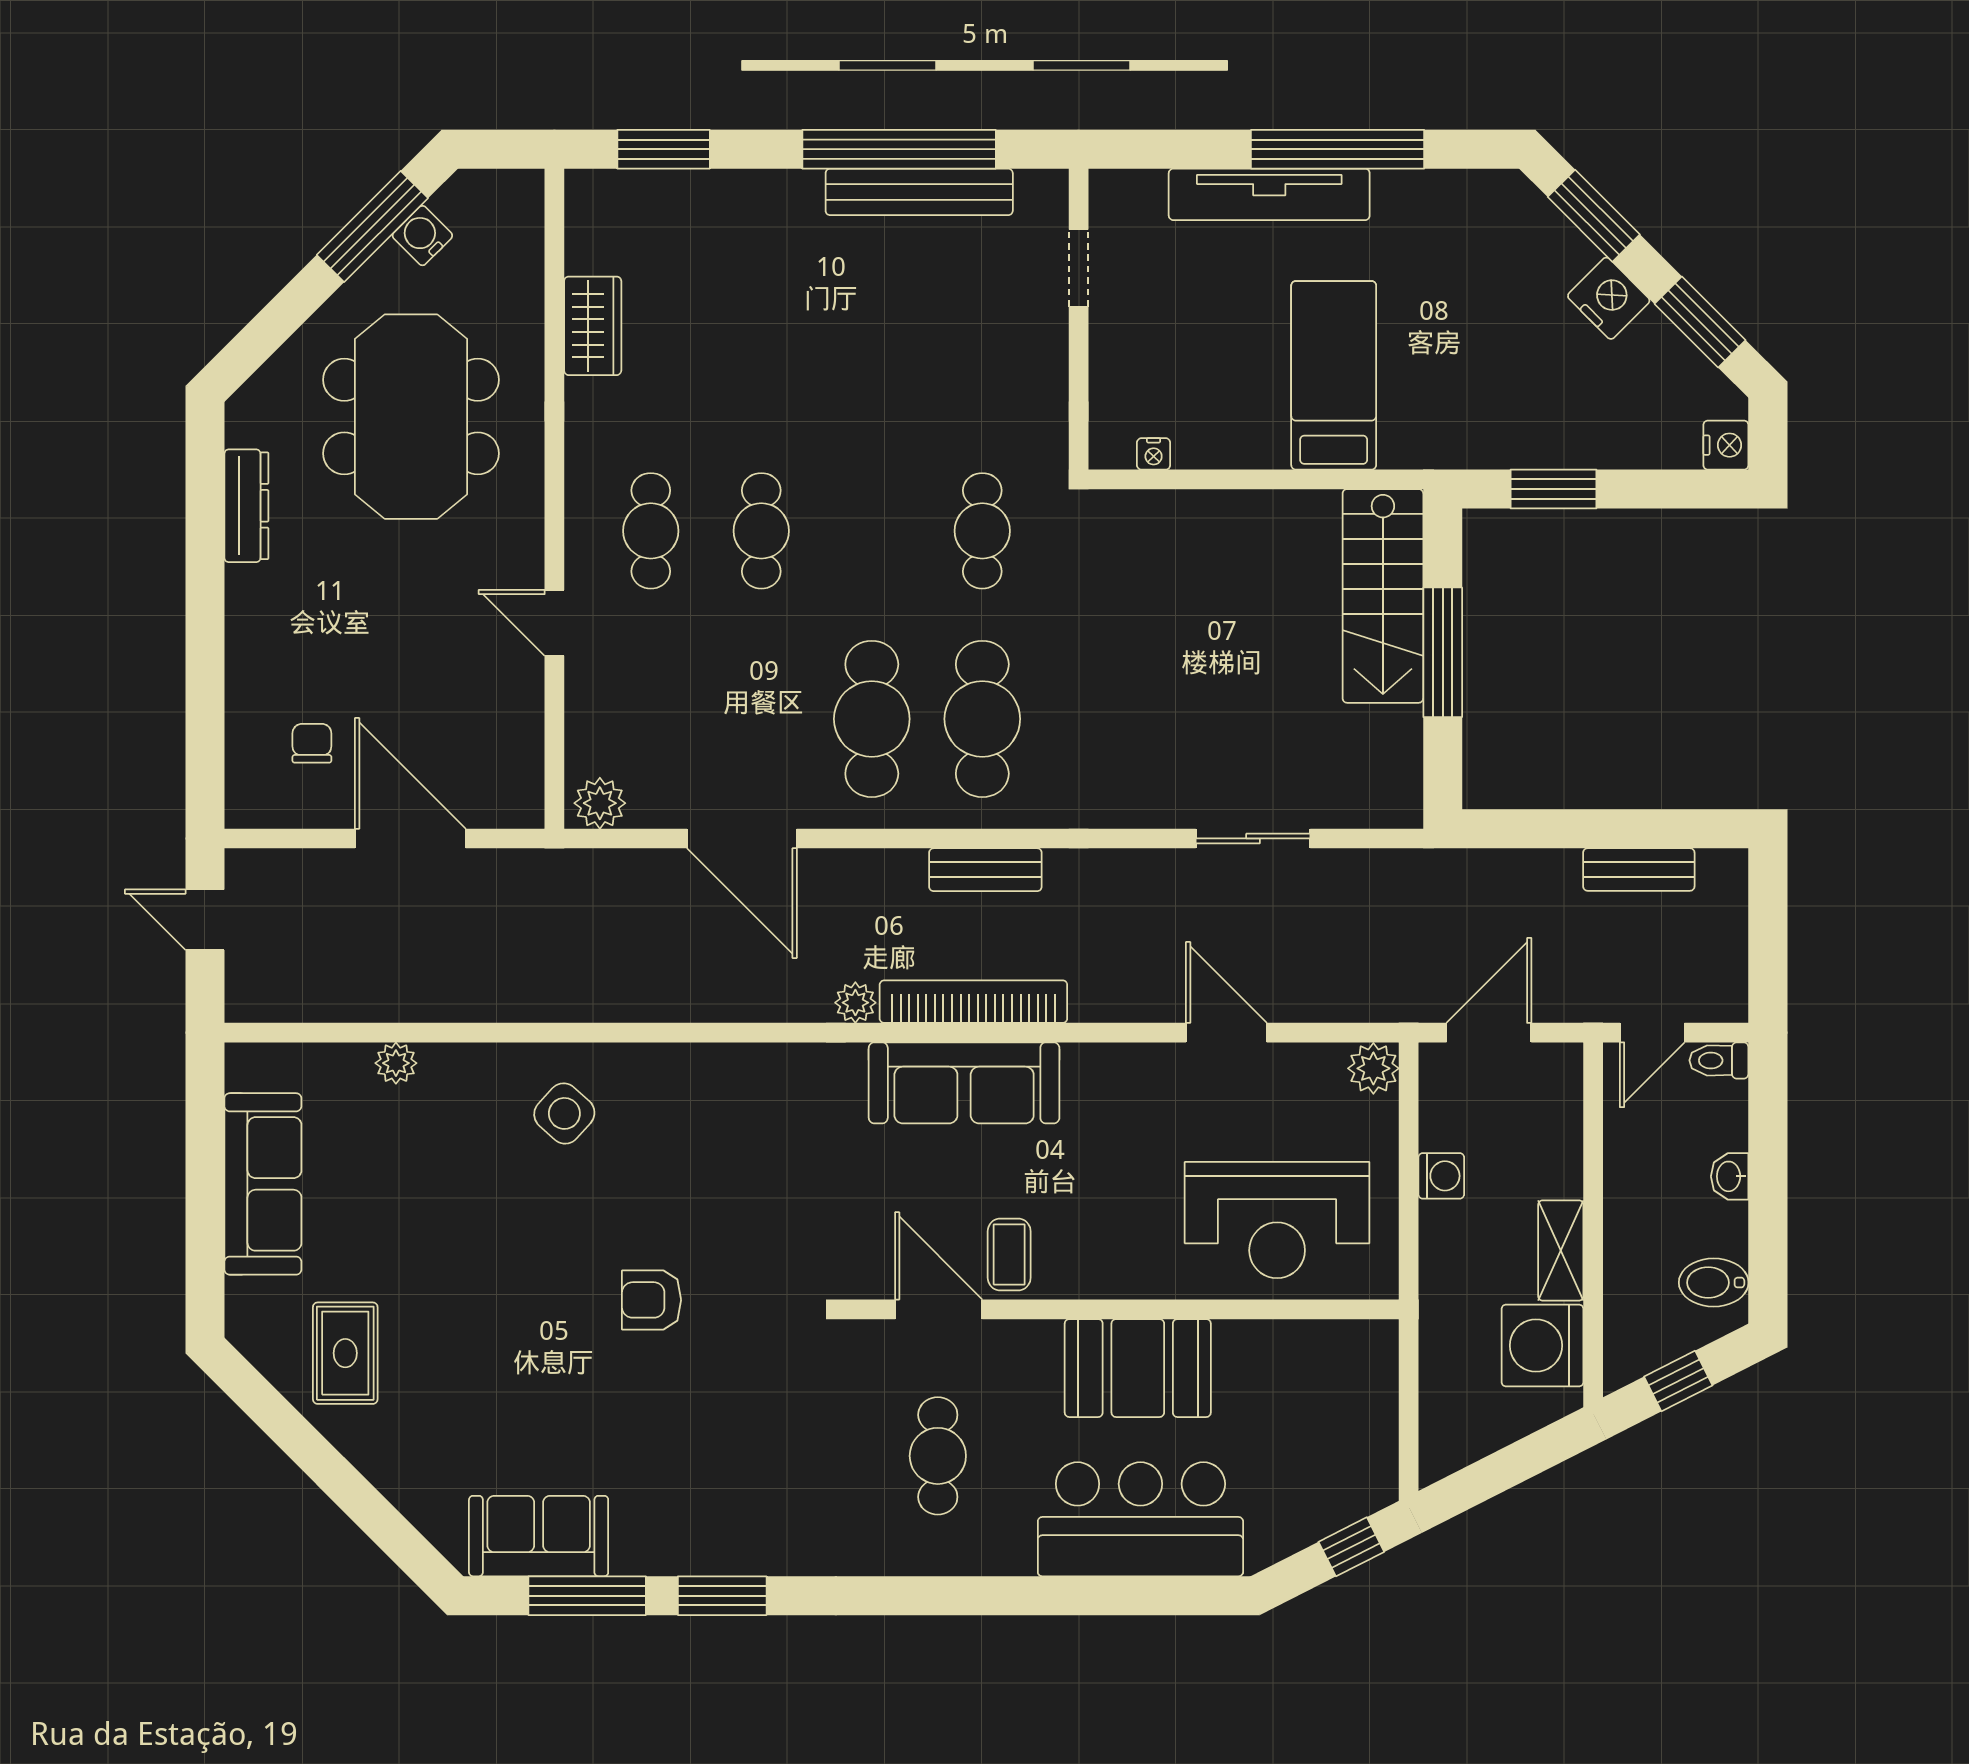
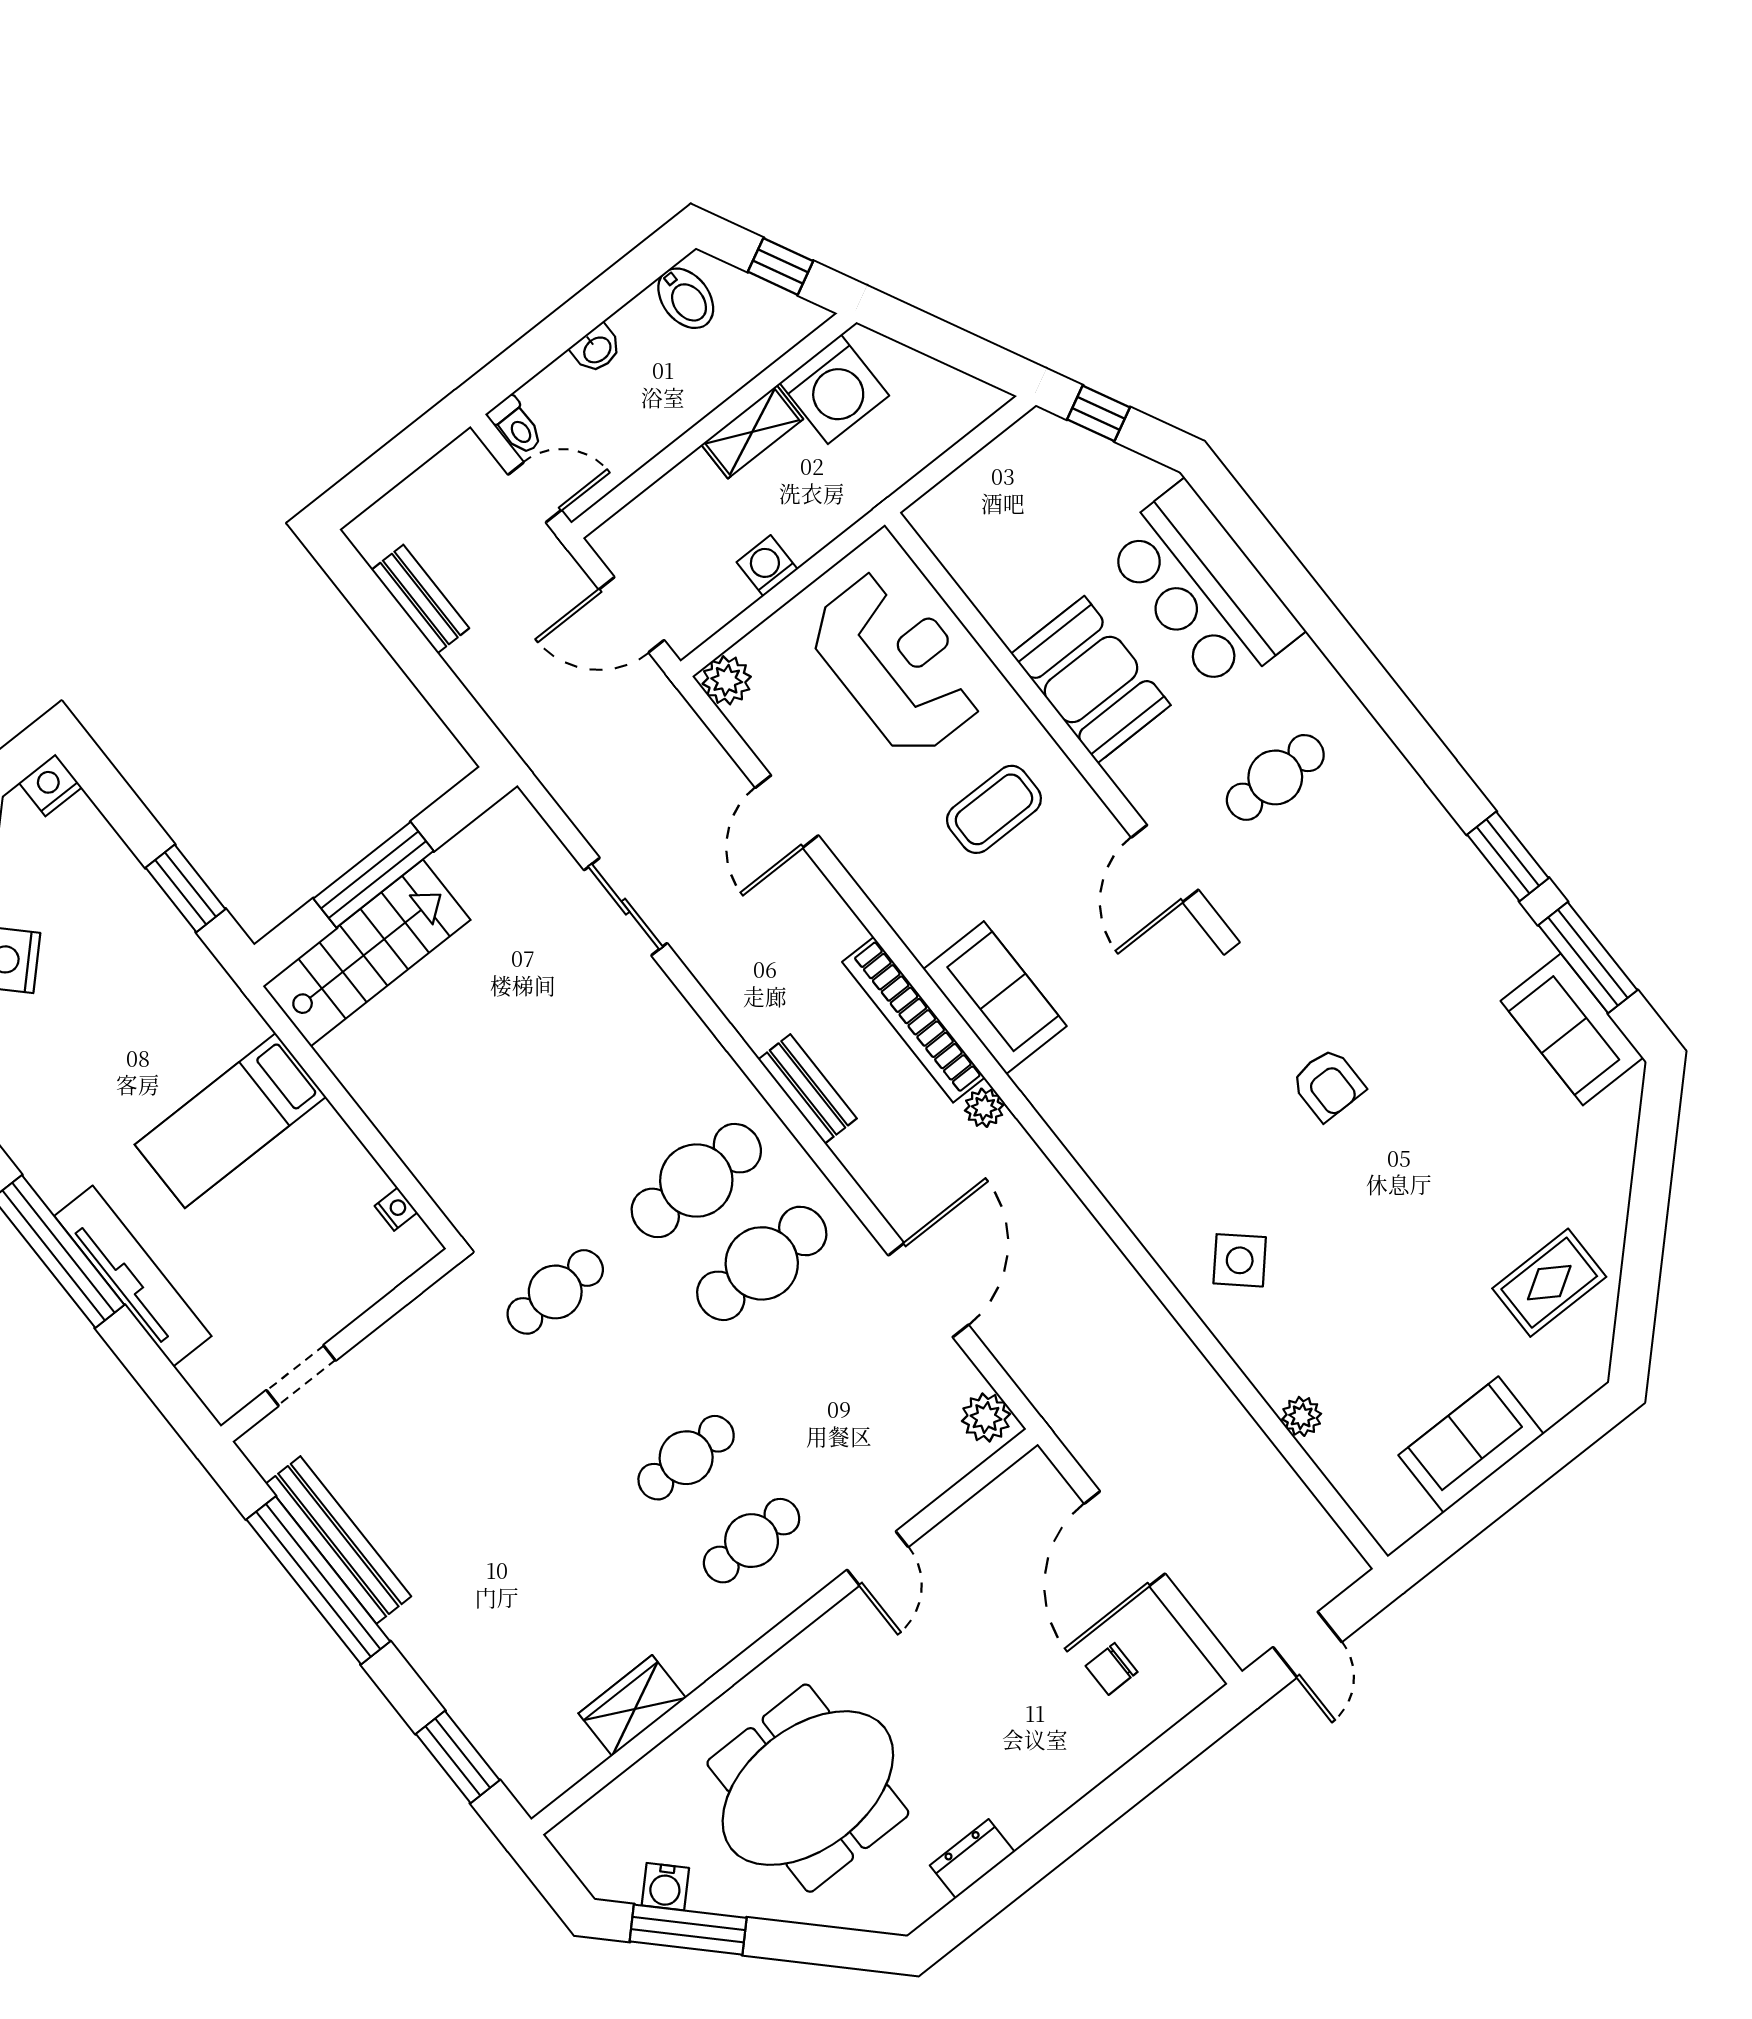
dresser: (246, 506) -> (972, 1859), width x0.70
sofa: (964, 1083) -> (995, 998), width x0.73
sofa: (263, 1184) -> (1471, 1445), width x0.73
coffee table: (1009, 1254) -> (994, 809), moved, width x1.36, depth x1.30

